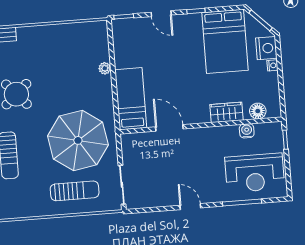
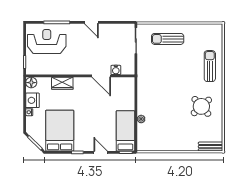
nightstand: (266, 48) -> (32, 100), moved
bed: (131, 99) -> (125, 131), moved, turned 180
floor lamp: (258, 111) -> (31, 83), moved
water cooler: (247, 131) -> (116, 70), moved
parasol: (78, 140) -> (163, 72), removed

